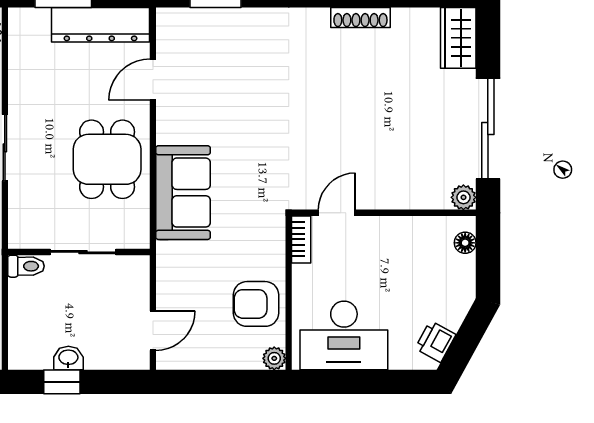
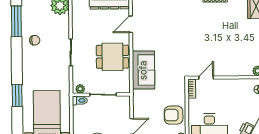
dining table: (107, 159) -> (112, 57), turned 90
plant: (27, 238) -> (80, 89), added

